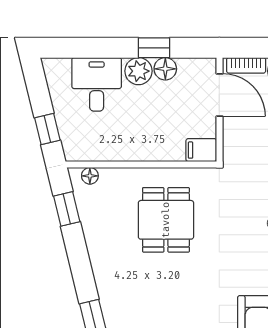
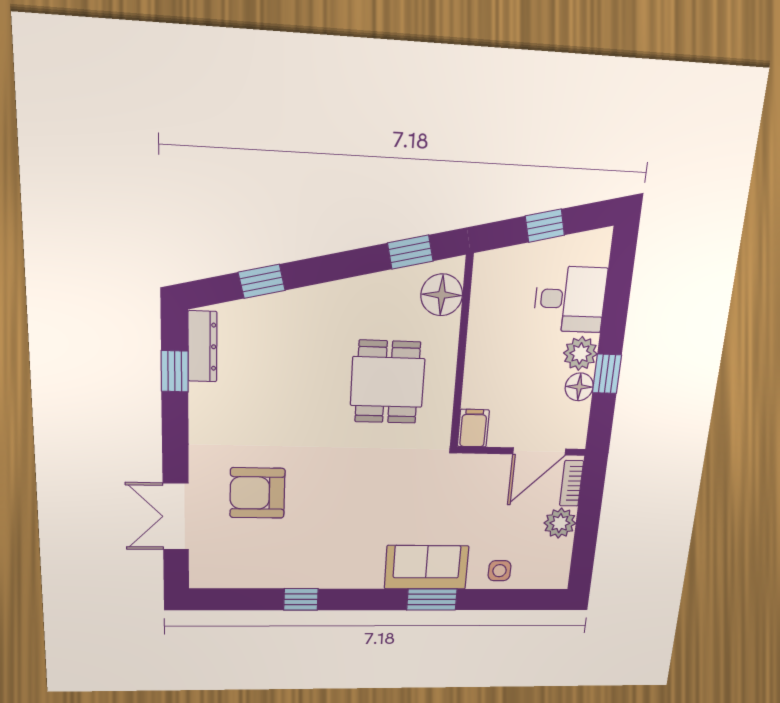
window: (47, 129) -> (545, 226), moved
floor lamp: (90, 176) -> (442, 295), width x1.89, depth x1.89
dining table: (166, 220) -> (388, 382), turned 90

